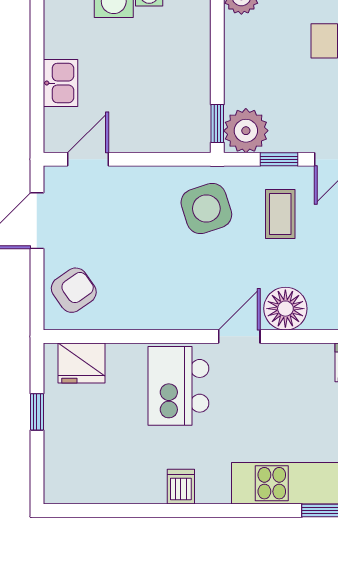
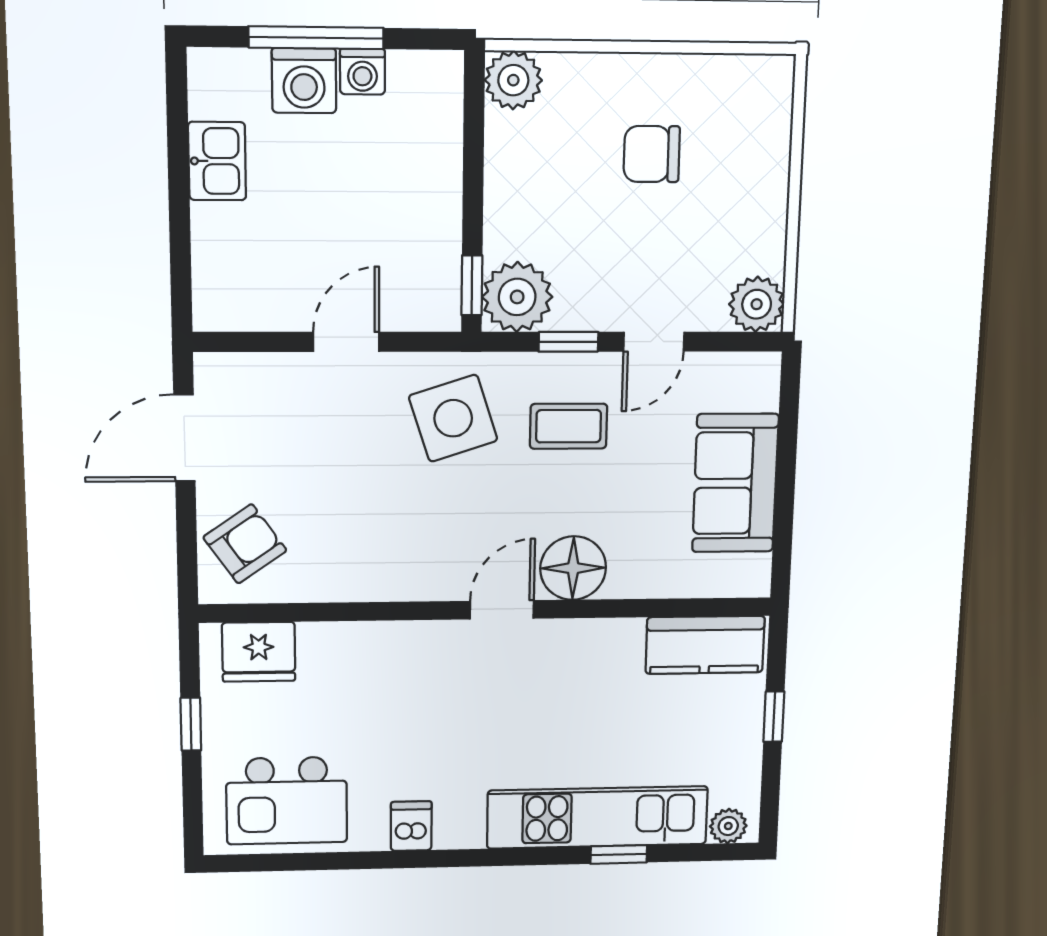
kitchen sink: (61, 83) -> (217, 161), moved
door: (88, 159) -> (346, 342), moved
coffee table: (280, 214) -> (569, 426), turned 90
kitchen island: (178, 386) -> (287, 801), moved, turned -90

